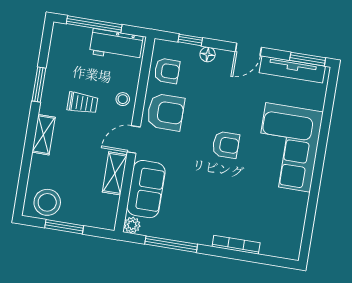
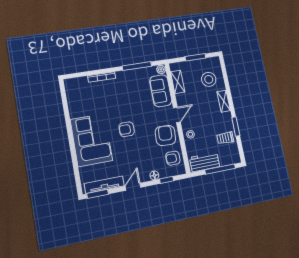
trolley: (82, 103) -> (225, 138), moved
armchair: (166, 112) -> (165, 135), turned 93
shelving: (115, 173) -> (178, 82), moved
stool: (47, 202) -> (209, 79), moved

